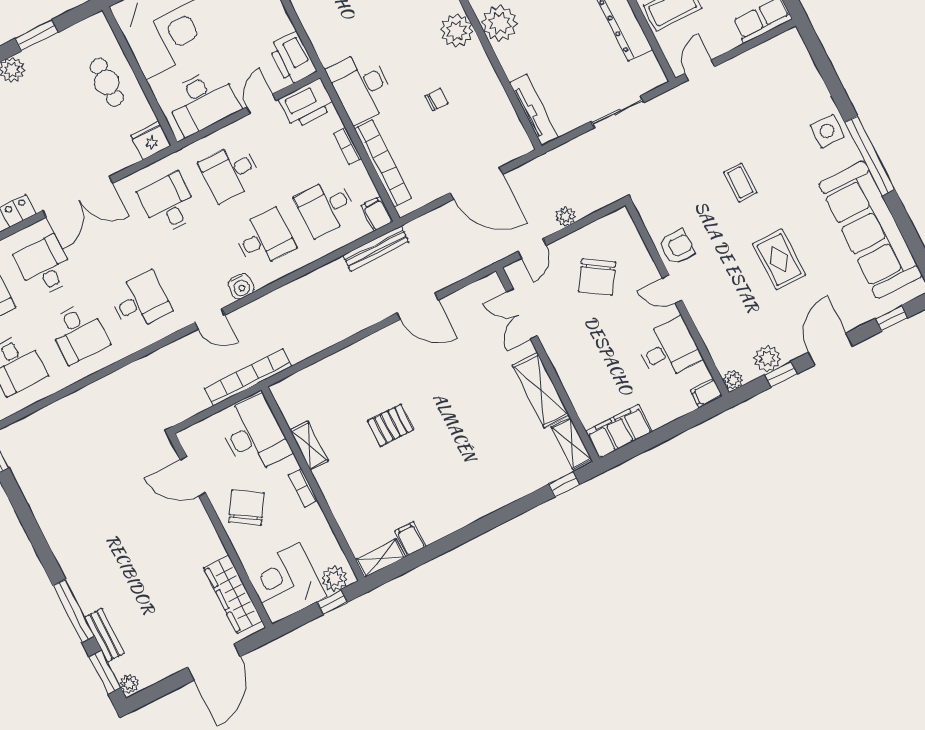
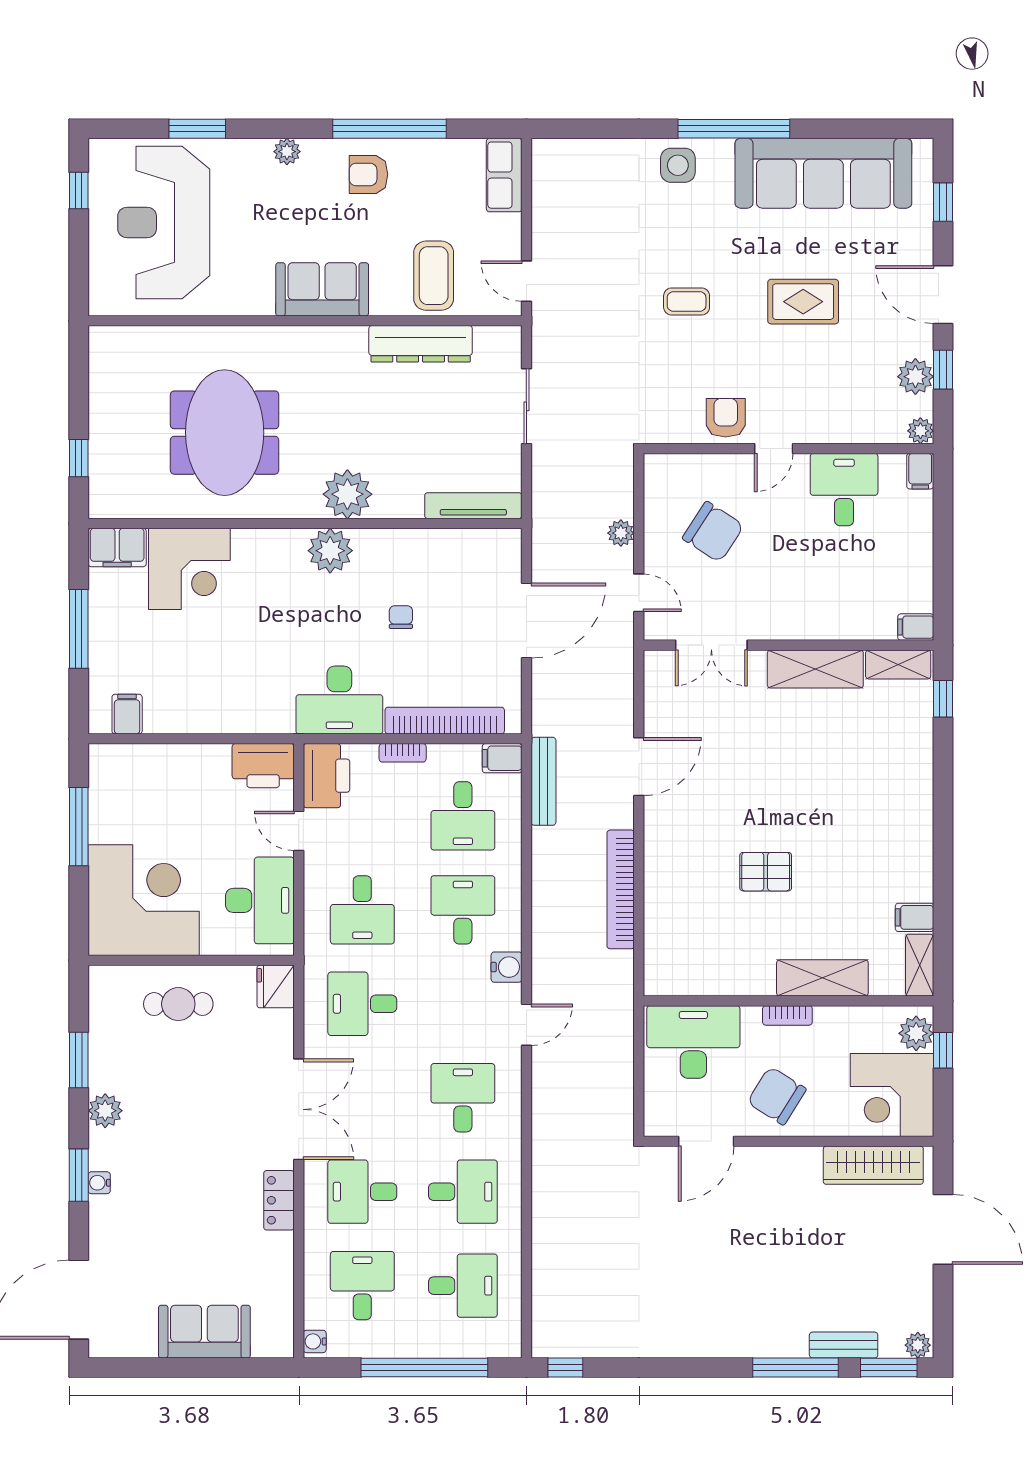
bookcase: (248, 377) -> (621, 889), moved
pallet: (391, 425) -> (766, 872), turned 90
filing cabinet: (619, 432) -> (916, 627), width x0.33, depth x0.86
shelving: (309, 446) -> (822, 978), moved, width x1.50, depth x1.33

